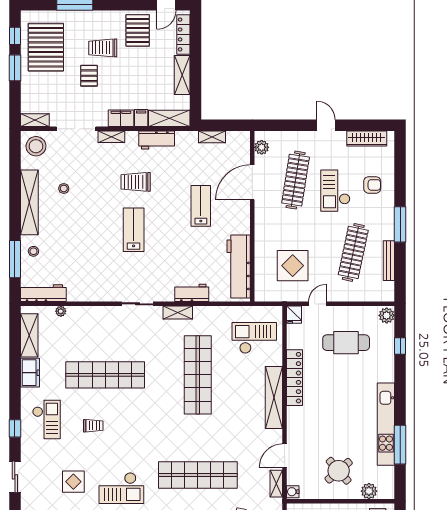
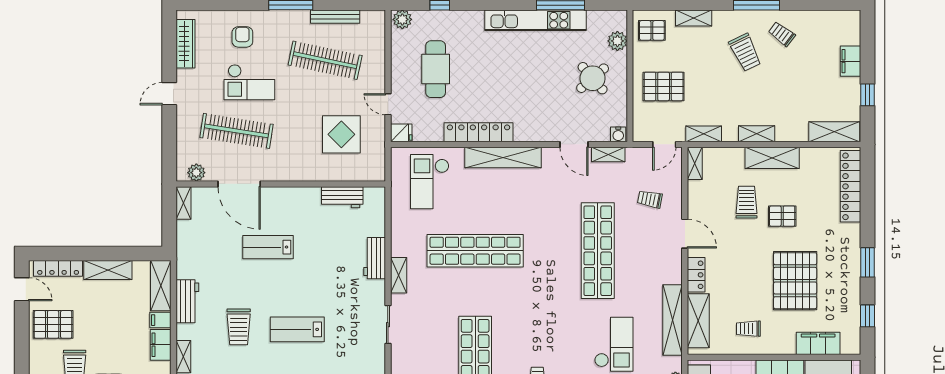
shelving: (212, 137) -> (184, 203), moved
workbench: (239, 266) -> (342, 197), width x0.53, depth x0.76

